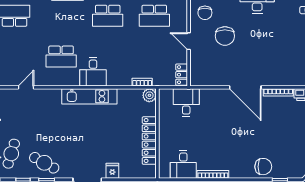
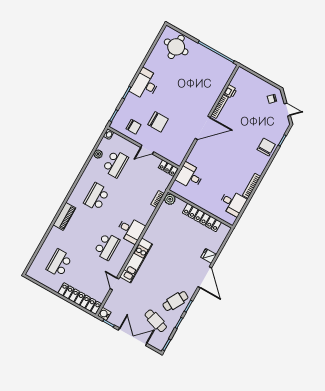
school desk: (108, 16) -> (97, 197), turned 180
kitchen unit: (89, 96) -> (136, 261), moved

